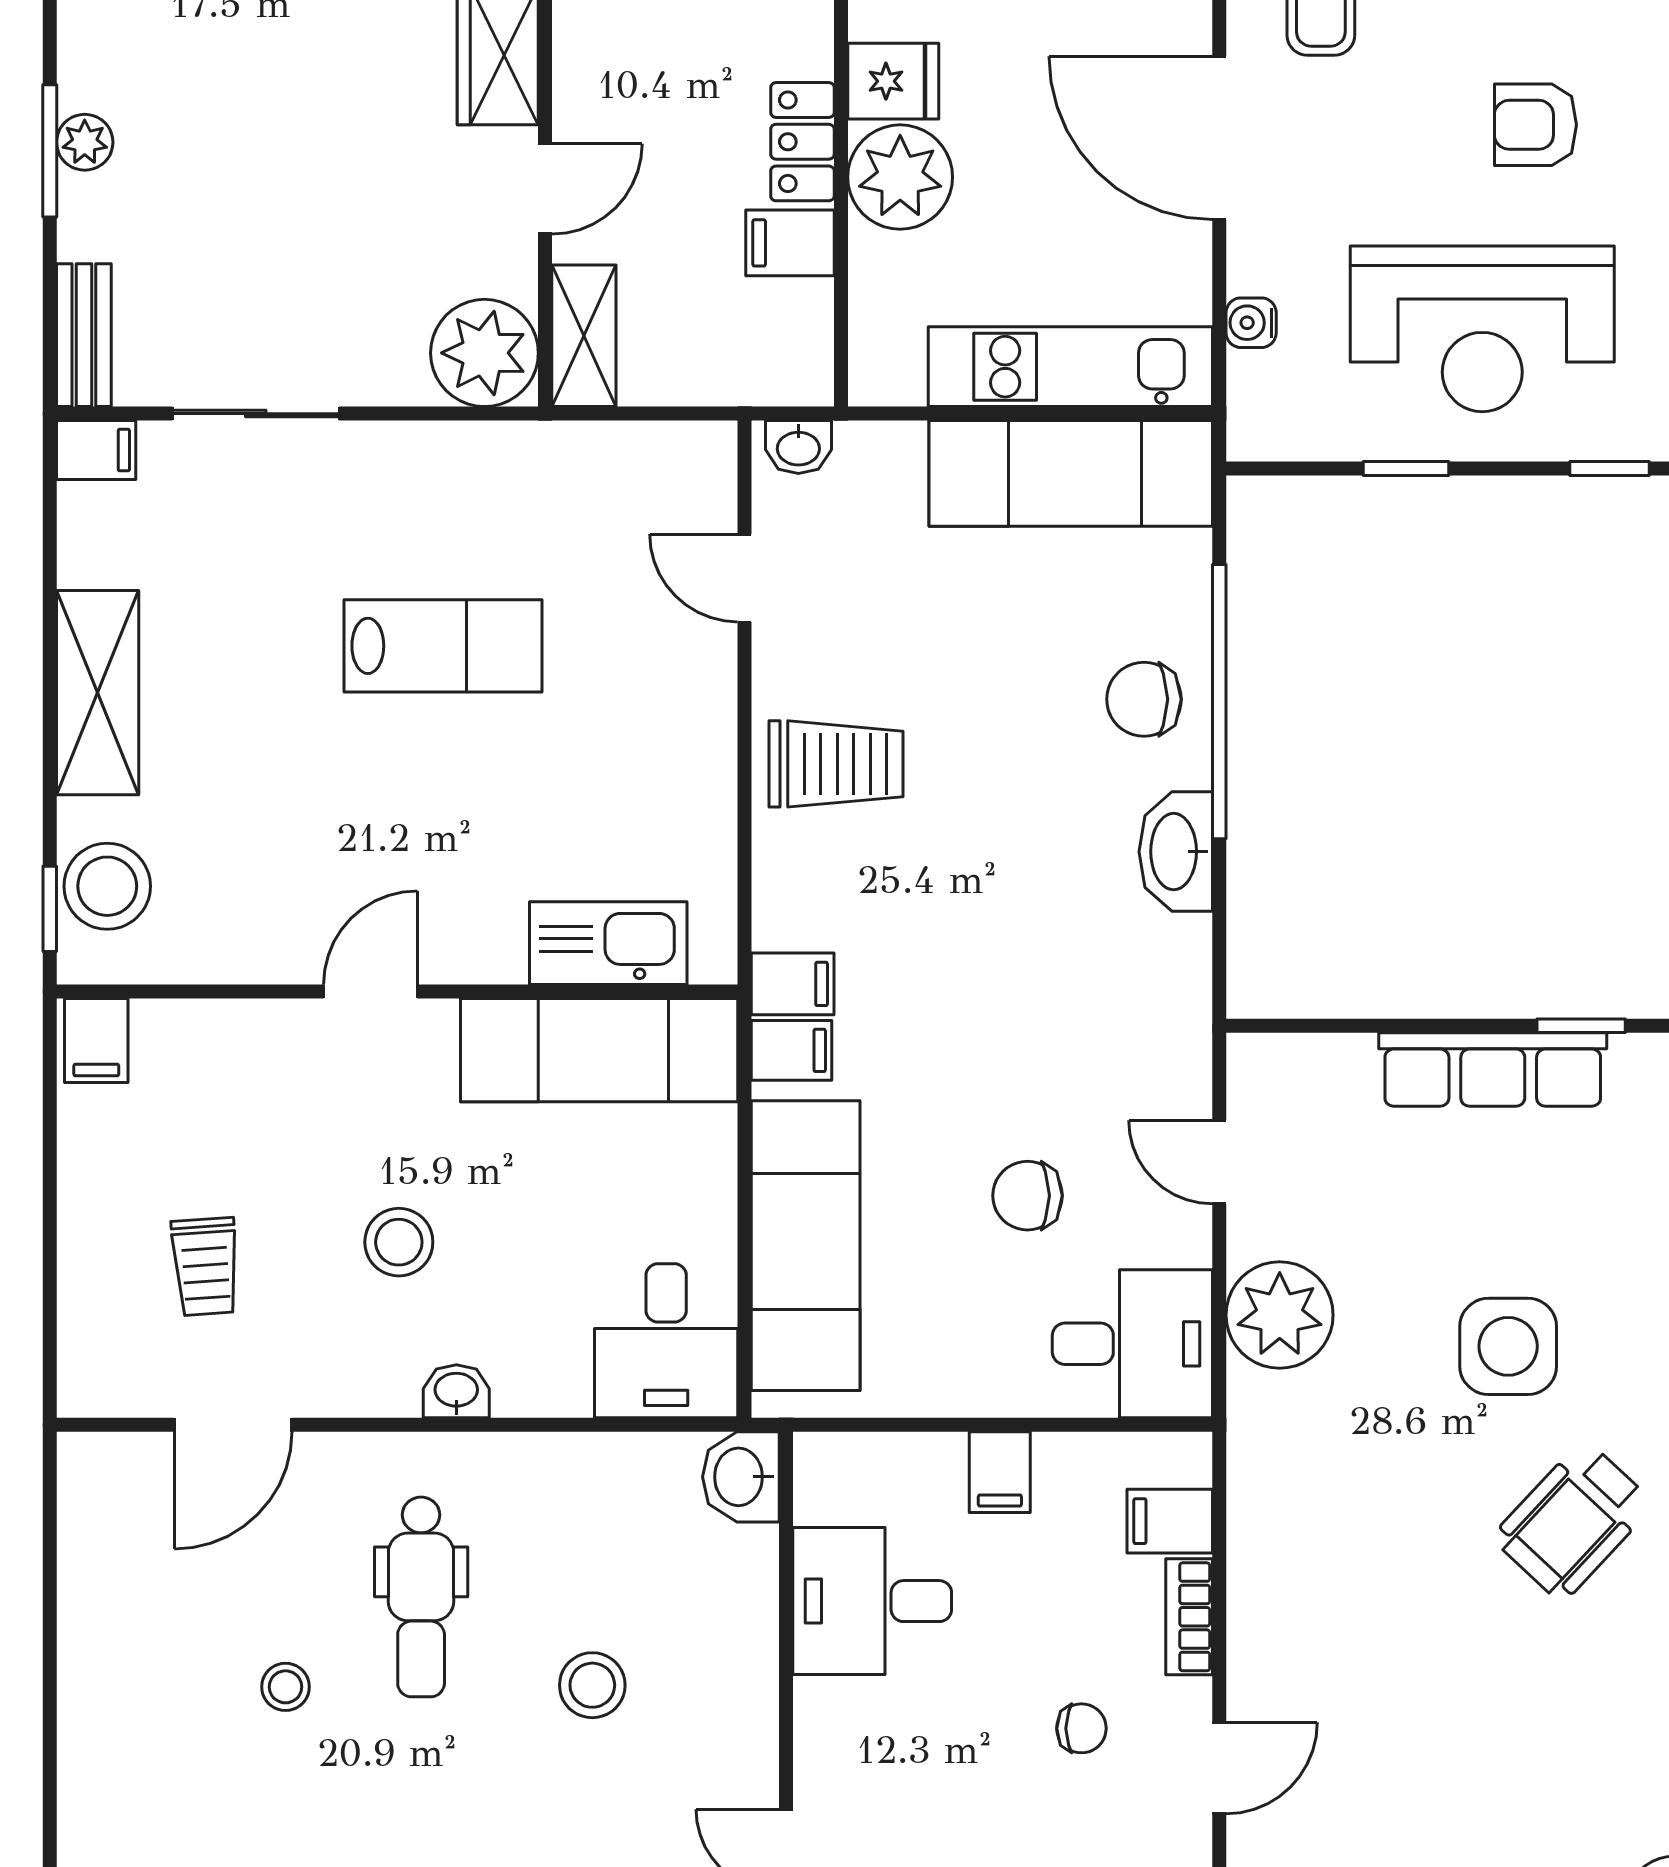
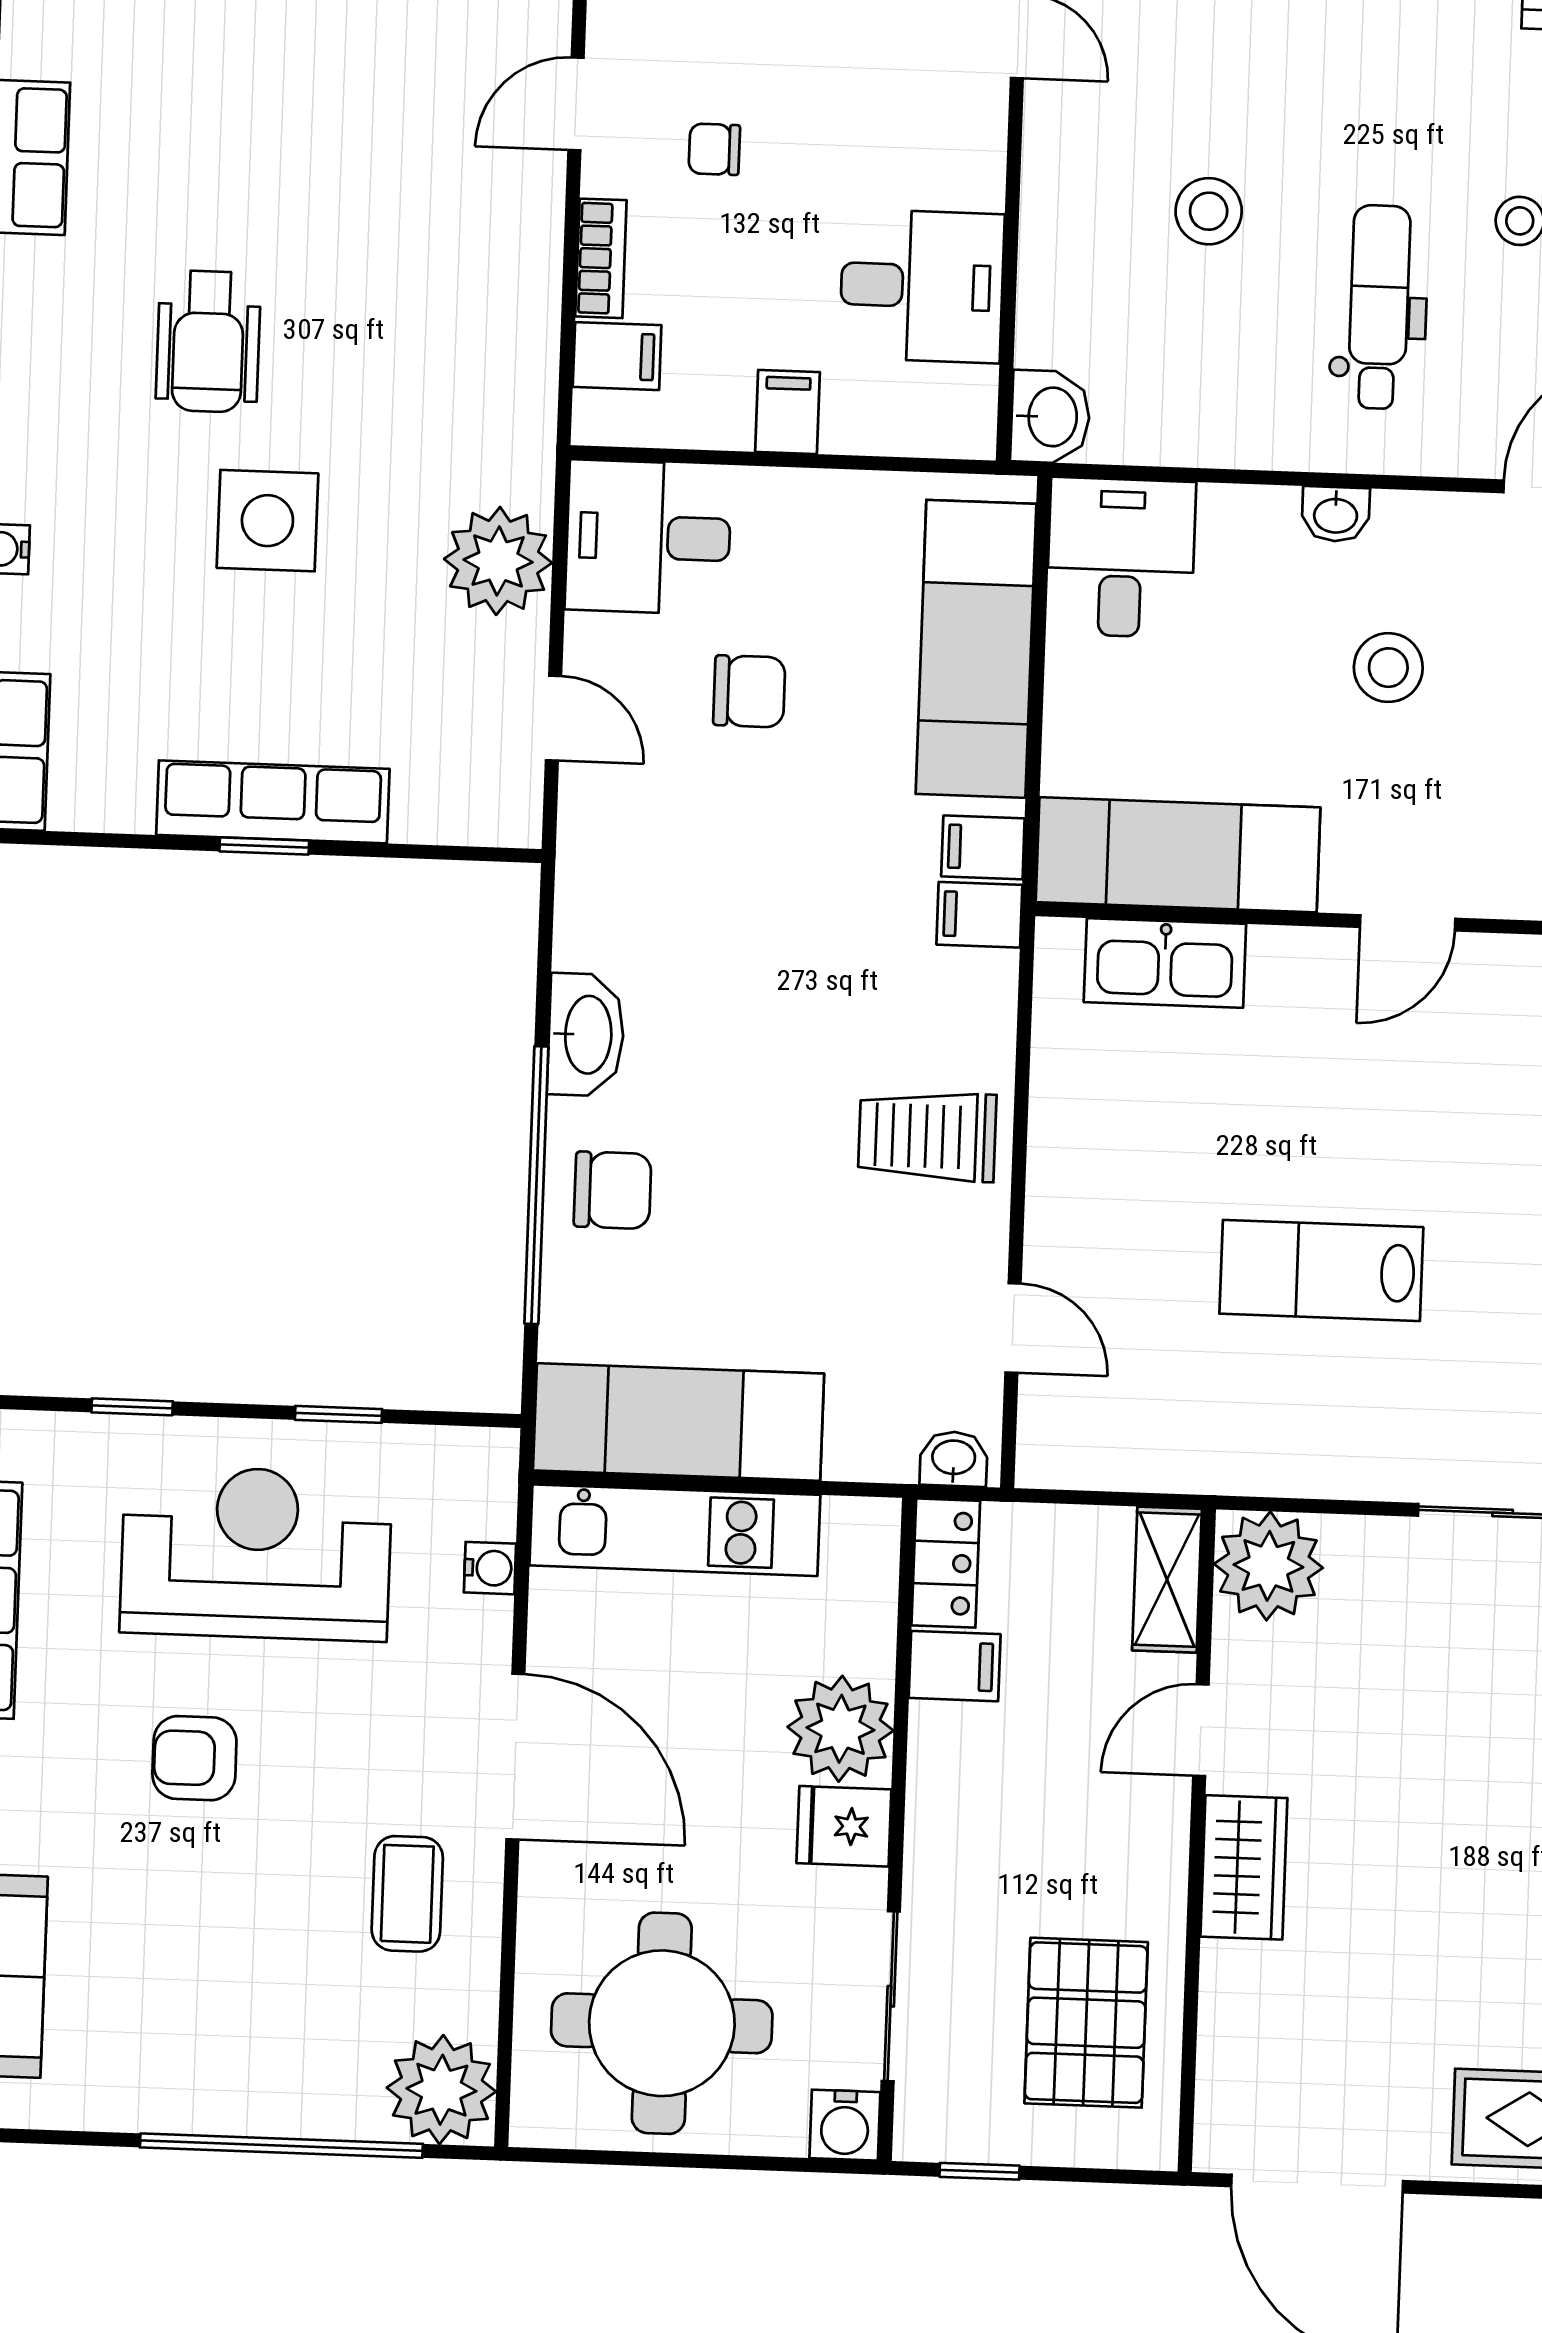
armchair: (1535, 125) -> (194, 1758), turned 180
locker: (802, 142) -> (946, 1563), moved
window: (1581, 1026) -> (264, 846), moved
wheelchair: (1573, 1521) -> (208, 341), turned 137

